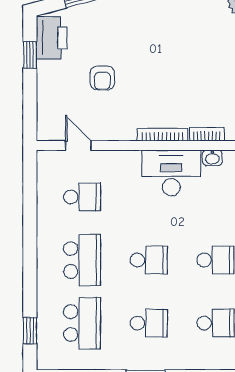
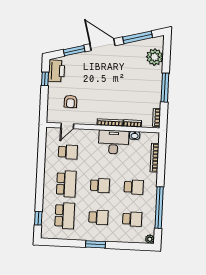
armchair: (102, 78) -> (71, 101), moved
door: (78, 146) -> (67, 126), swing flipped

